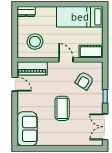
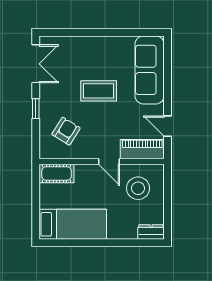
door: (66, 60) -> (109, 162), moved
coffee table: (62, 108) -> (99, 91), turned 90
sofa: (27, 129) -> (150, 70), width x1.36

